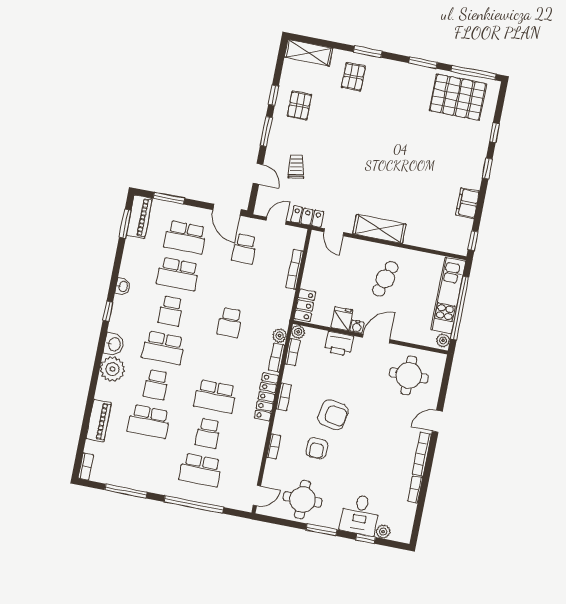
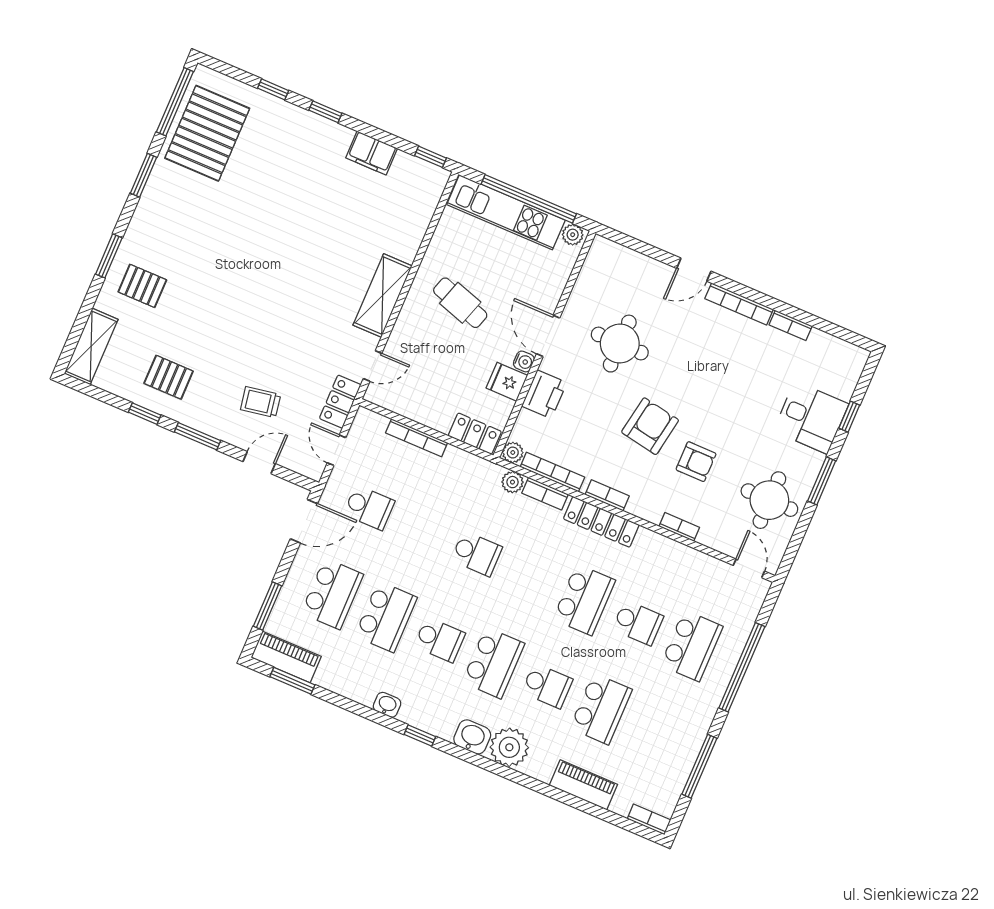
bookcase: (293, 352) -> (552, 472), width x1.56
round table: (409, 375) -> (620, 344), moved
door: (437, 421) -> (694, 270), hinge flipped
plant: (383, 532) -> (844, 388), removed

